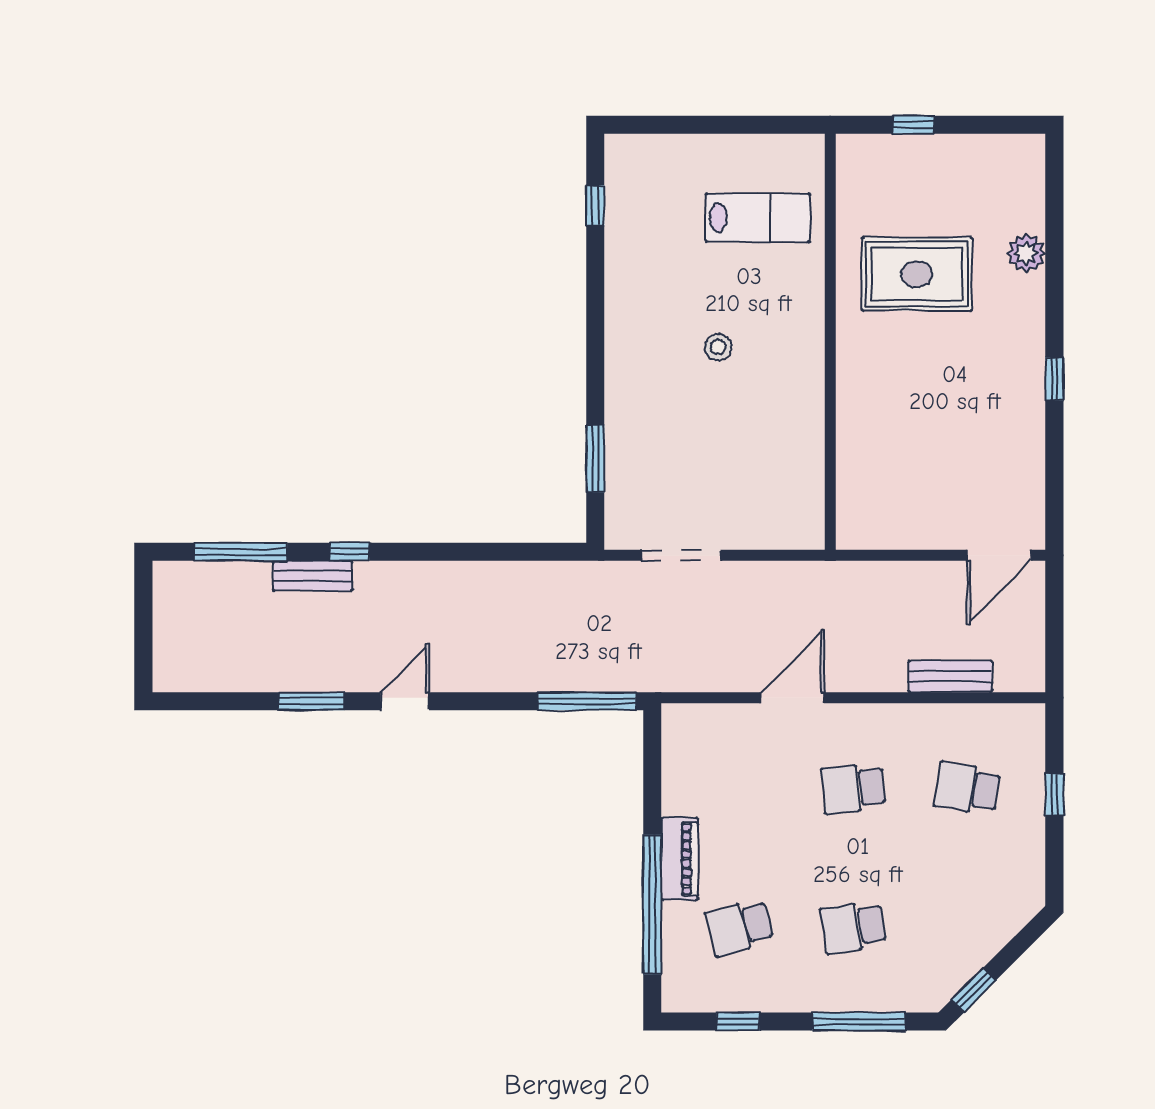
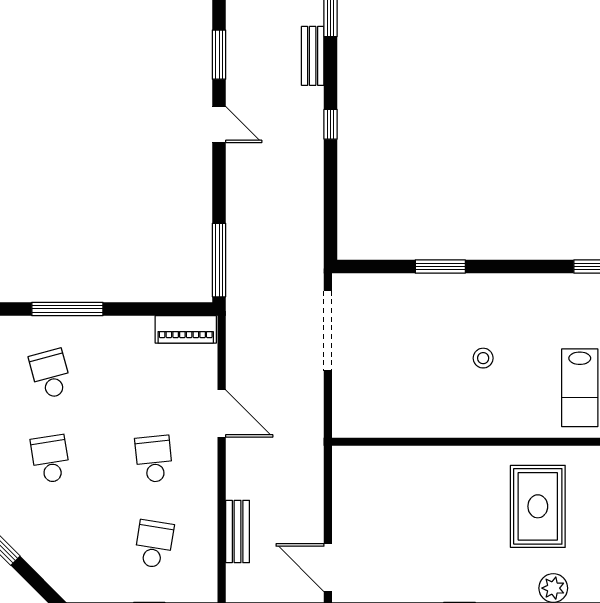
window: (595, 459) -> (440, 267), moved
window: (350, 552) -> (331, 124), moved
doorway: (681, 555) -> (328, 331), width x1.36
piano: (680, 859) -> (186, 329), moved
window: (652, 904) -> (67, 309), width x0.68

